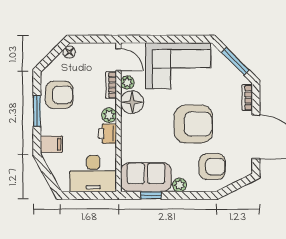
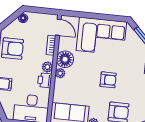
plant: (127, 83) -> (60, 73), moved
armchair: (193, 124) -> (108, 80), width x0.53, depth x0.53

